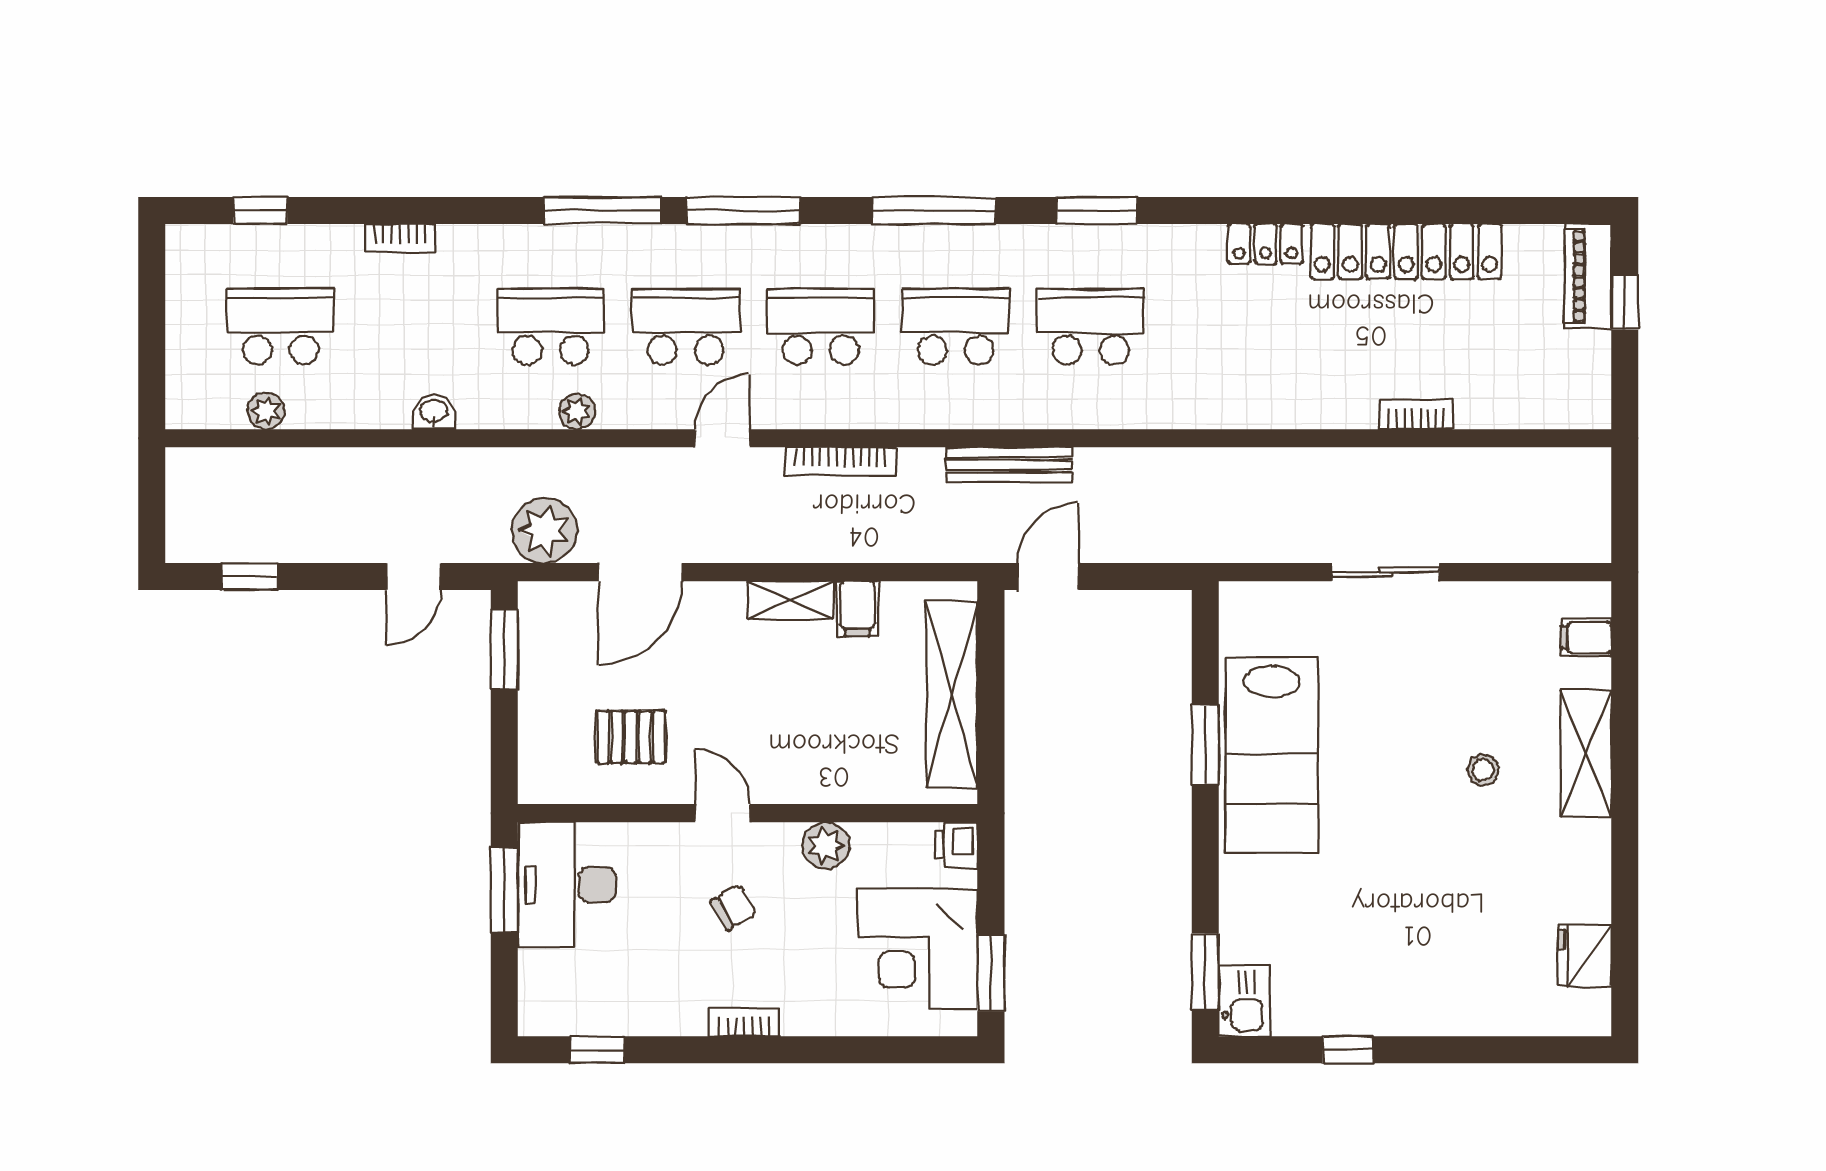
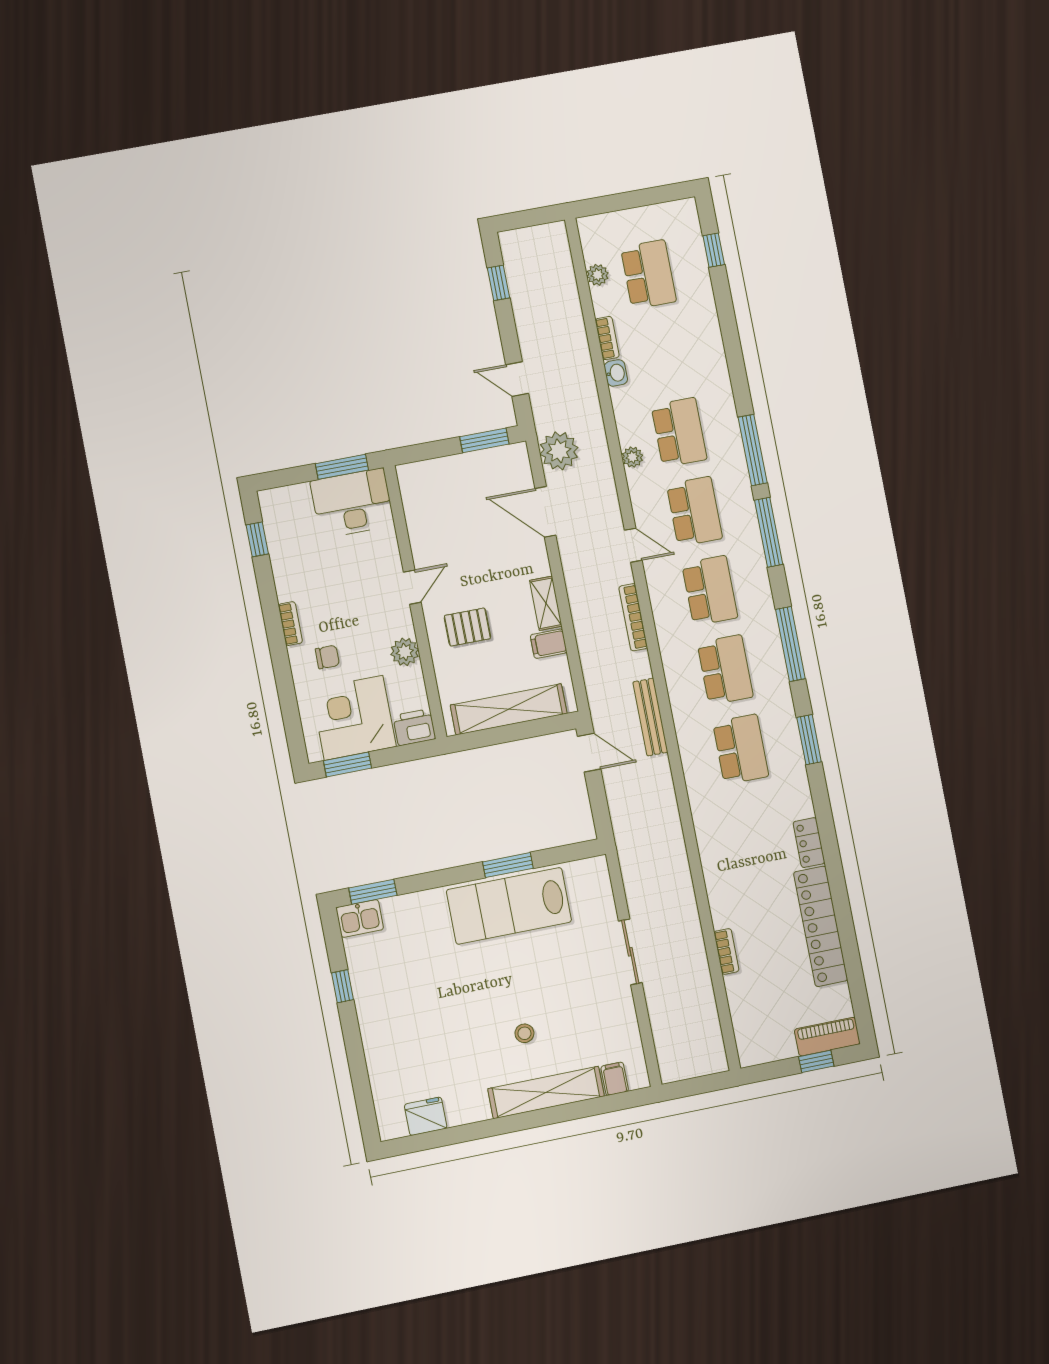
bookcase: (400, 238) -> (607, 338), moved, turned 180
pallet: (631, 737) -> (467, 627), moved, turned 90
shelving: (1586, 753) -> (546, 1092), width x1.47
printer: (957, 845) -> (414, 727), width x1.36, depth x1.24
chair: (734, 907) -> (327, 657), moved, turned -60

